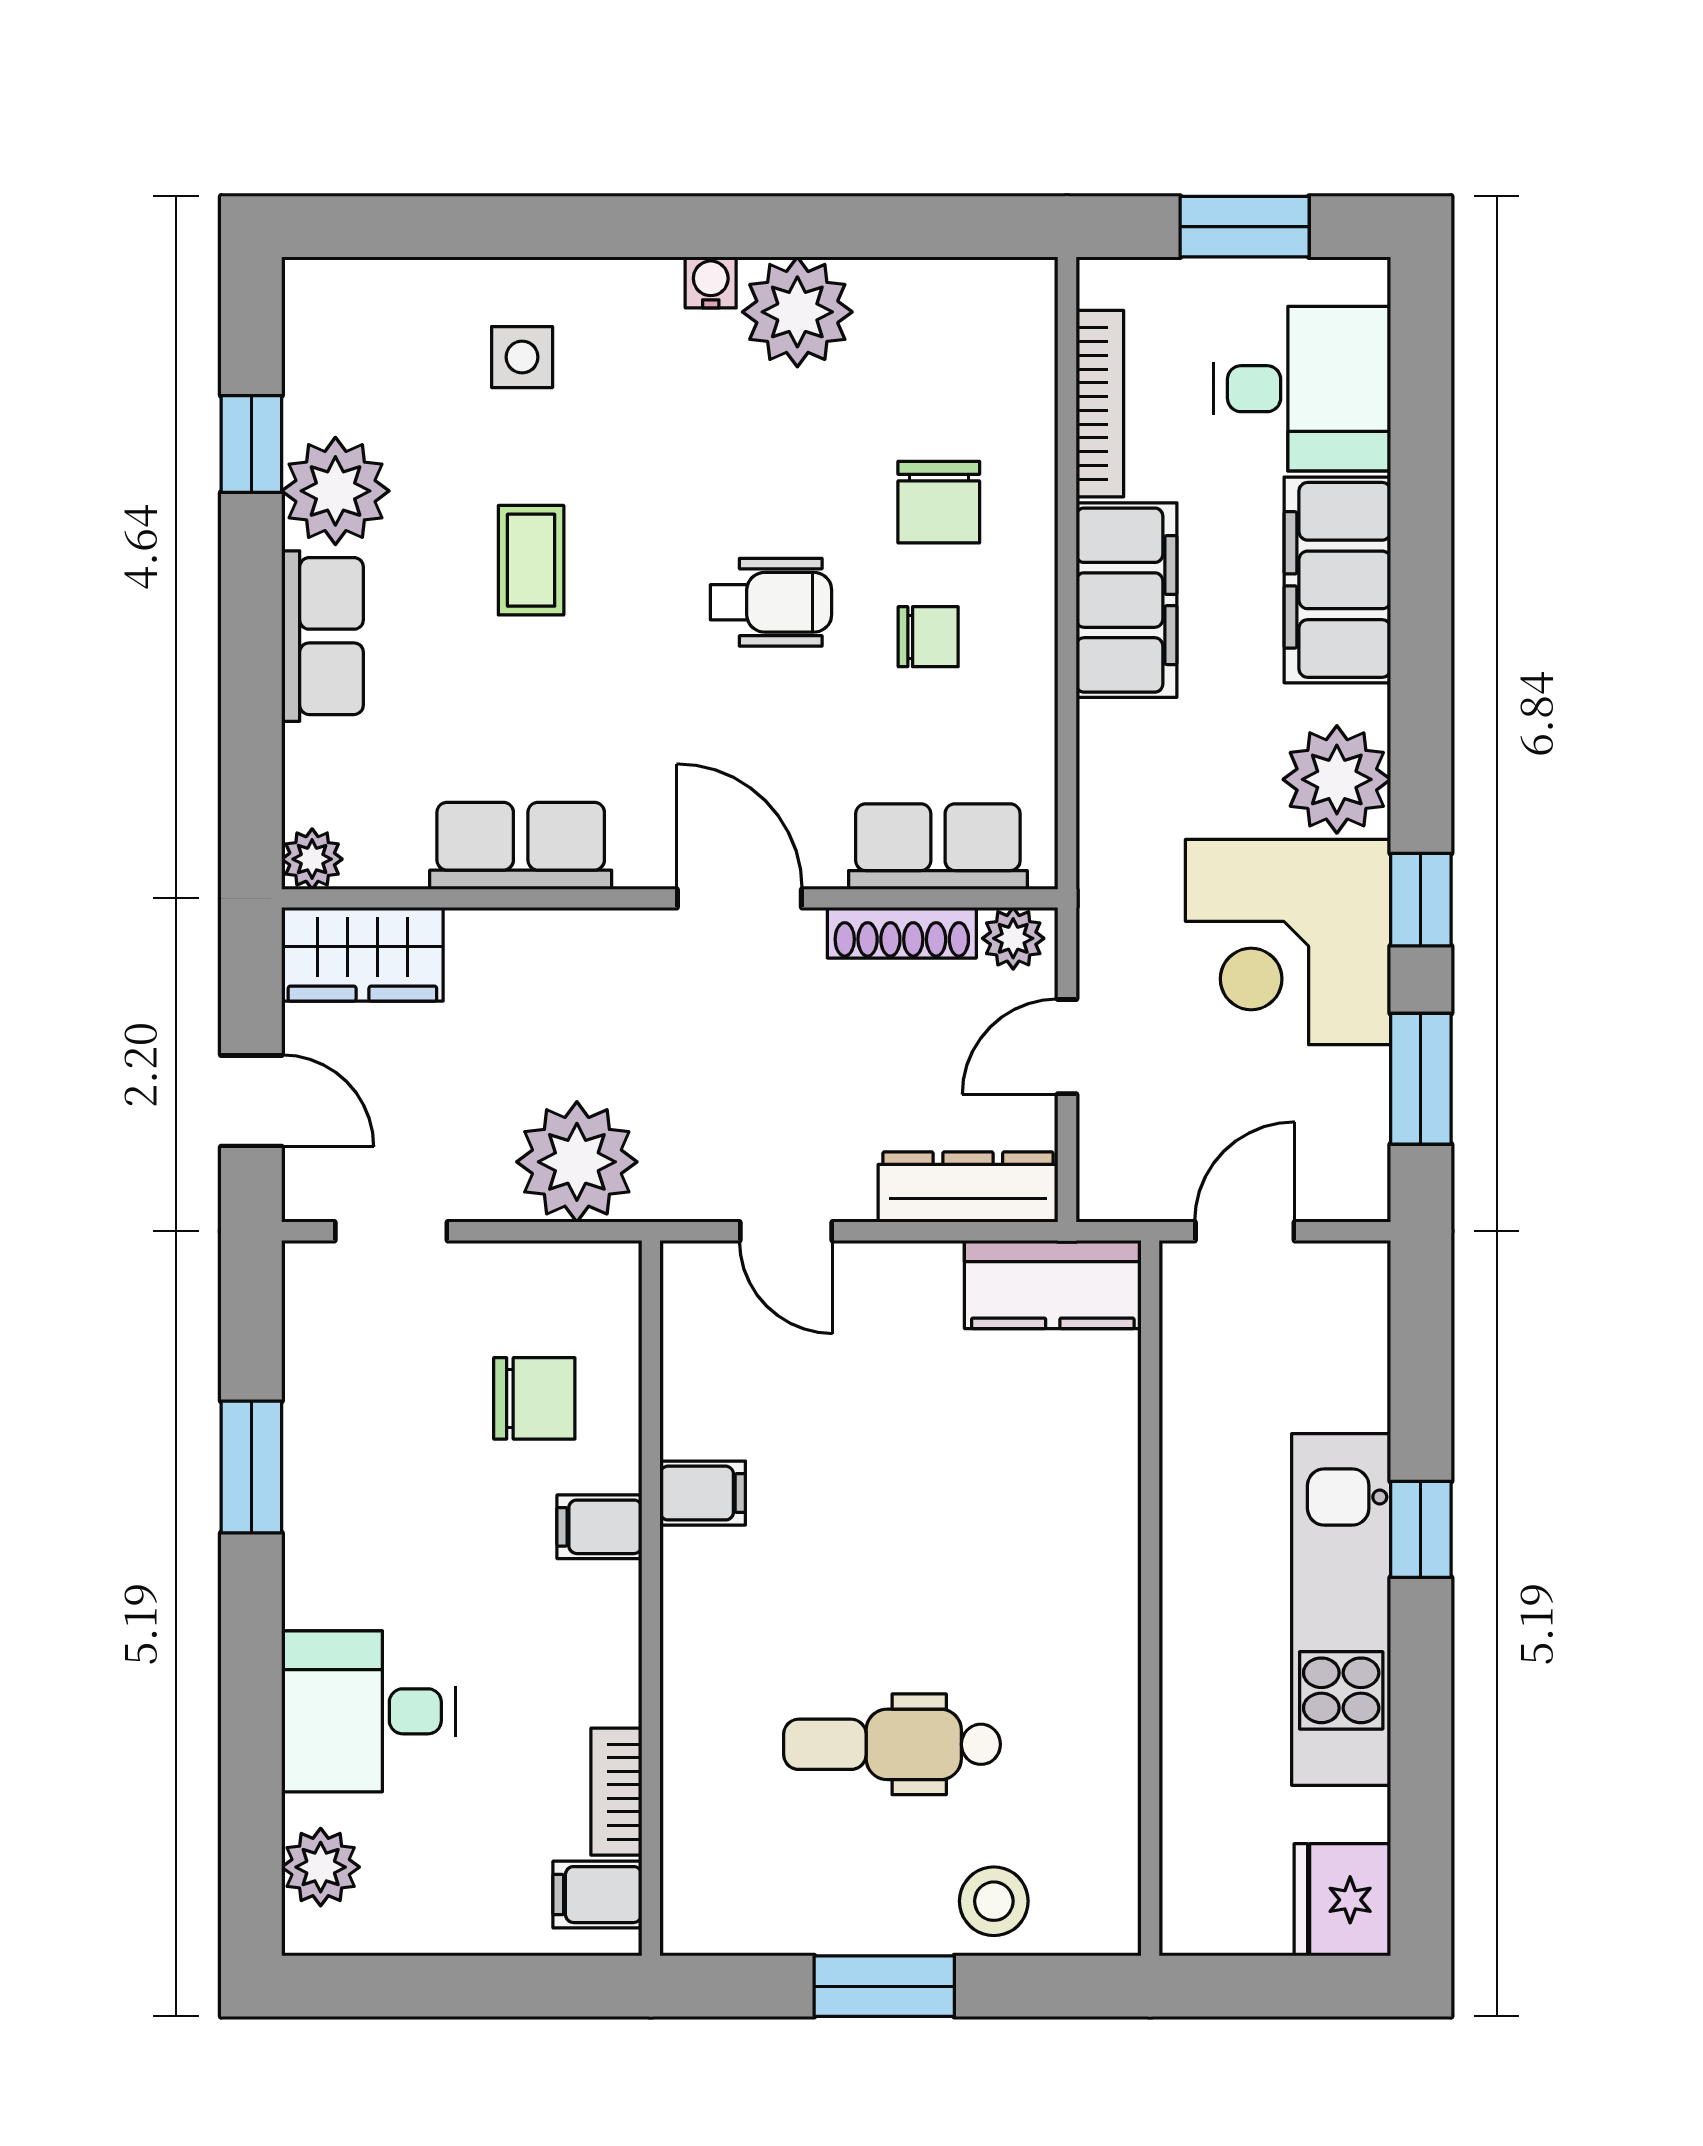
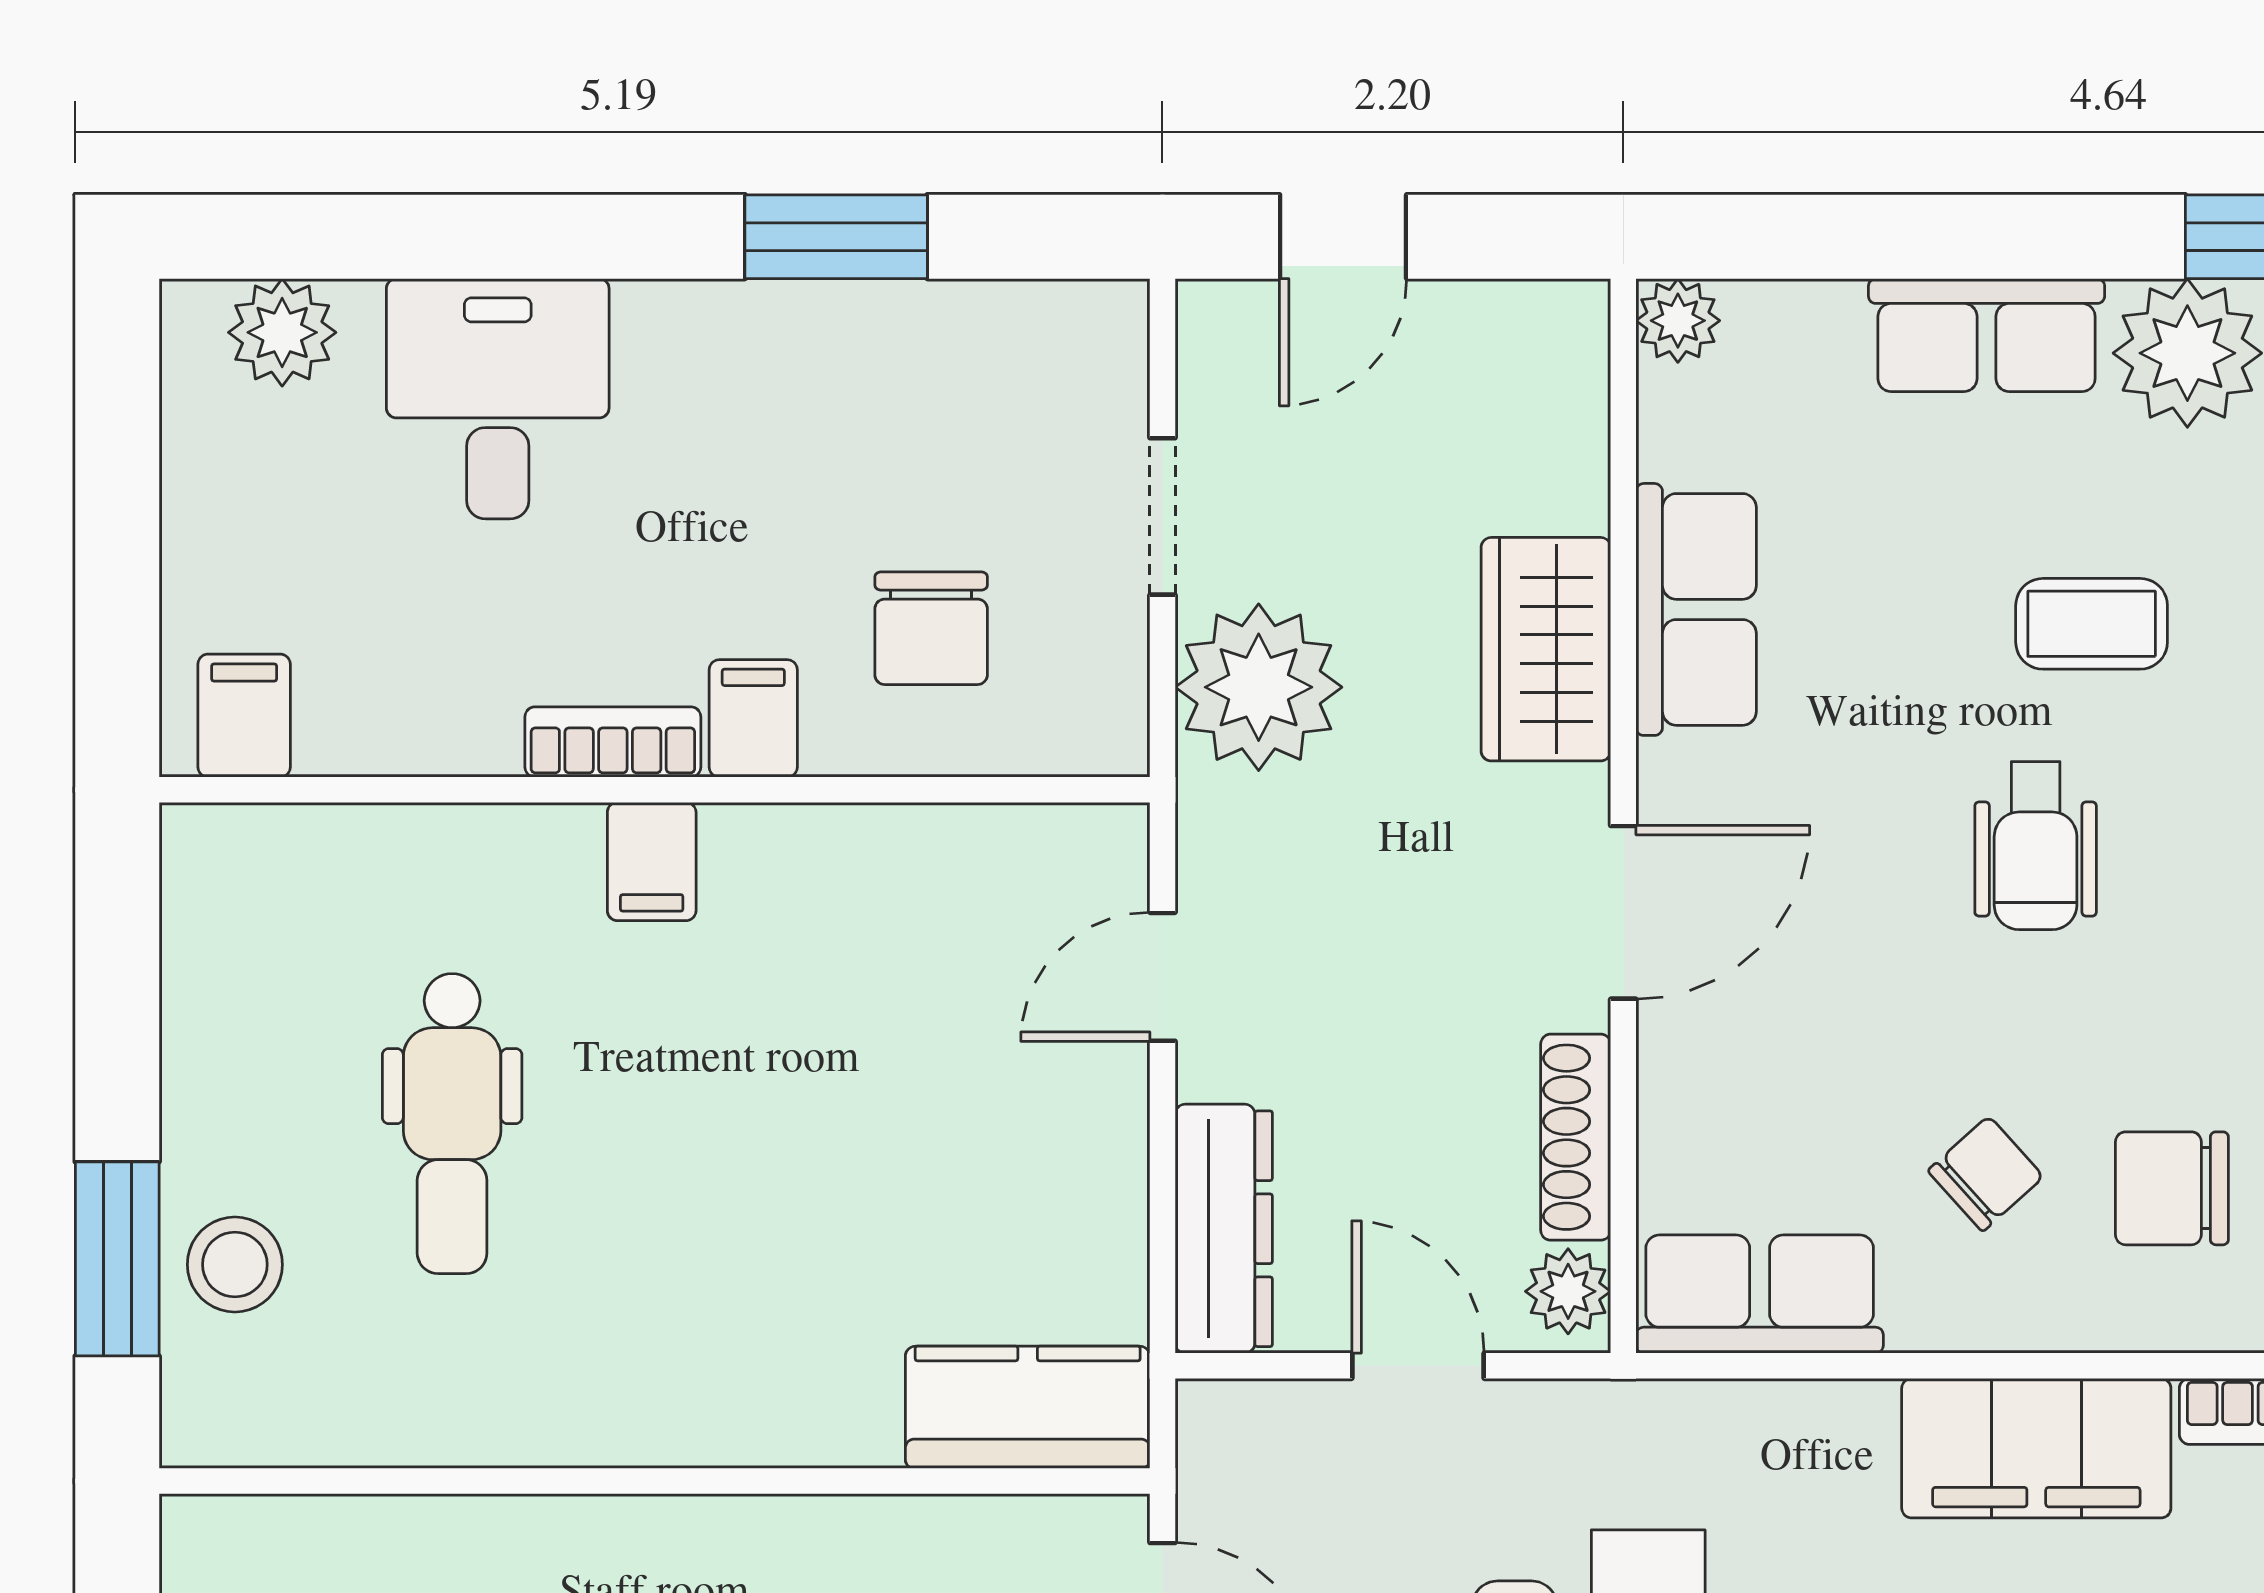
wheelchair: (771, 602) -> (2036, 846), moved
chair: (928, 637) -> (1986, 1174), turned -132
row of seats: (938, 847) -> (1760, 1294), moved, turned -90
wardrobe: (362, 954) -> (1546, 649), moved
doorway: (391, 1231) -> (1162, 516), moved
kitchen counter: (1053, 1284) -> (1028, 1407), moved, turned 90
filing cabinet: (703, 1493) -> (652, 861), moved
dental chair: (892, 1744) -> (452, 1124), turned 180
bookcase: (616, 1792) -> (613, 742), moved
window: (884, 1986) -> (117, 1259), moved

